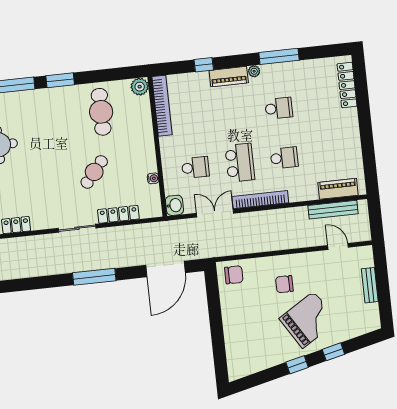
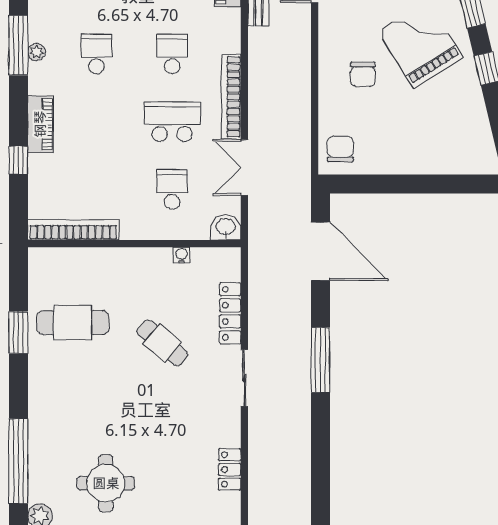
plant: (254, 71) -> (37, 52), moved
window: (60, 80) -> (18, 333), moved
plant: (140, 87) -> (41, 260), removed

